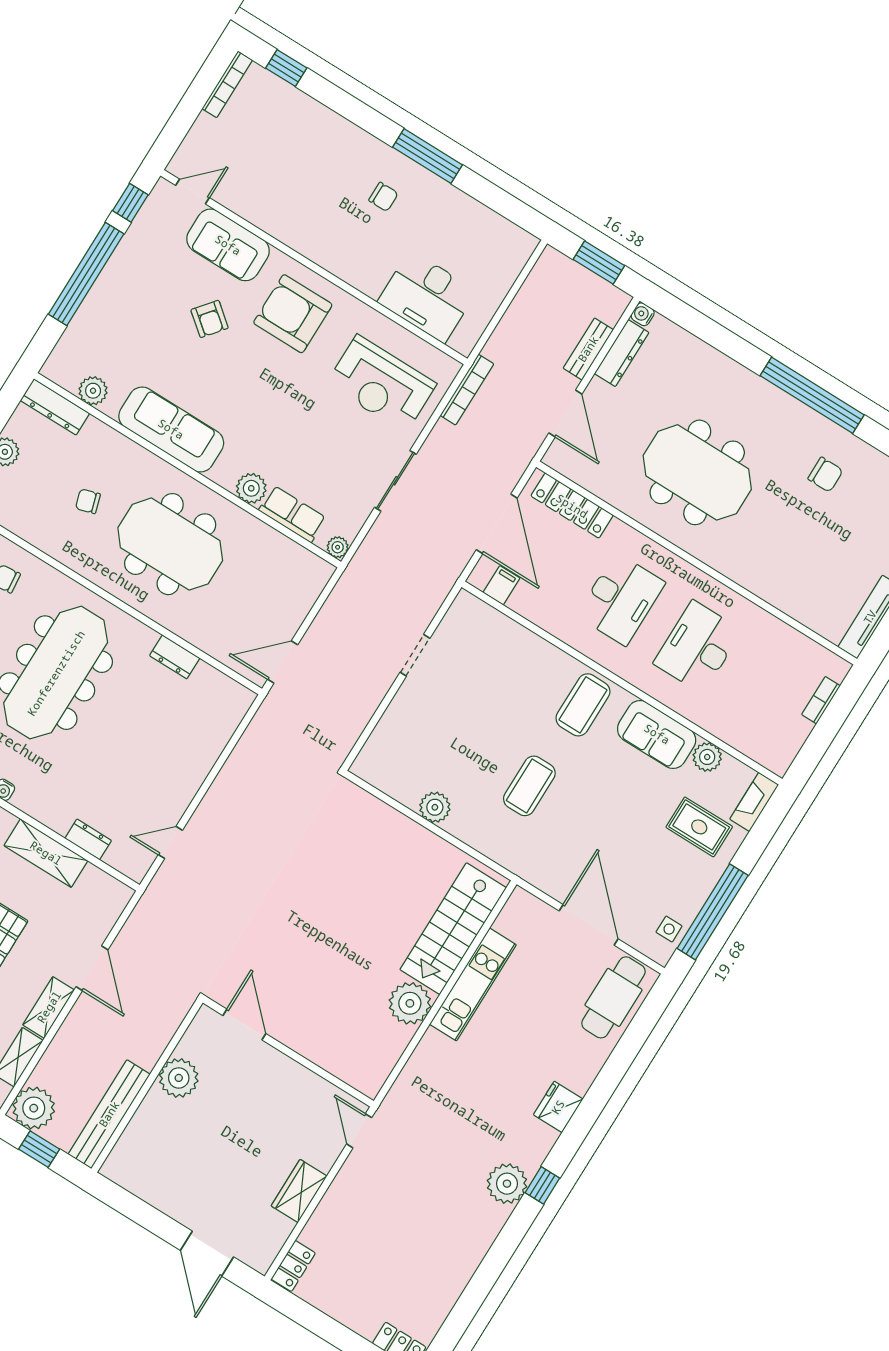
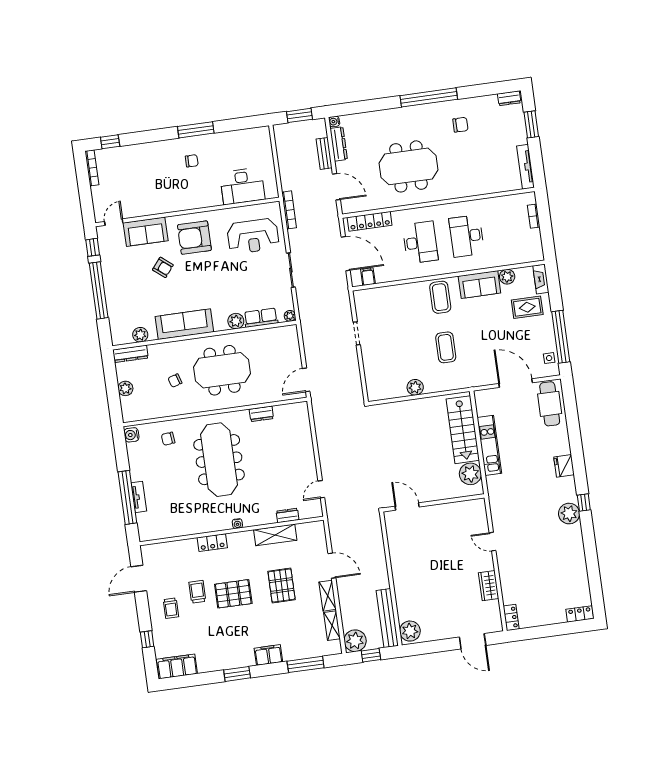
door: (244, 1025) -> (407, 507), moved
wall: (288, 1052) -> (434, 503), moved
plant: (179, 1078) -> (410, 631), moved

